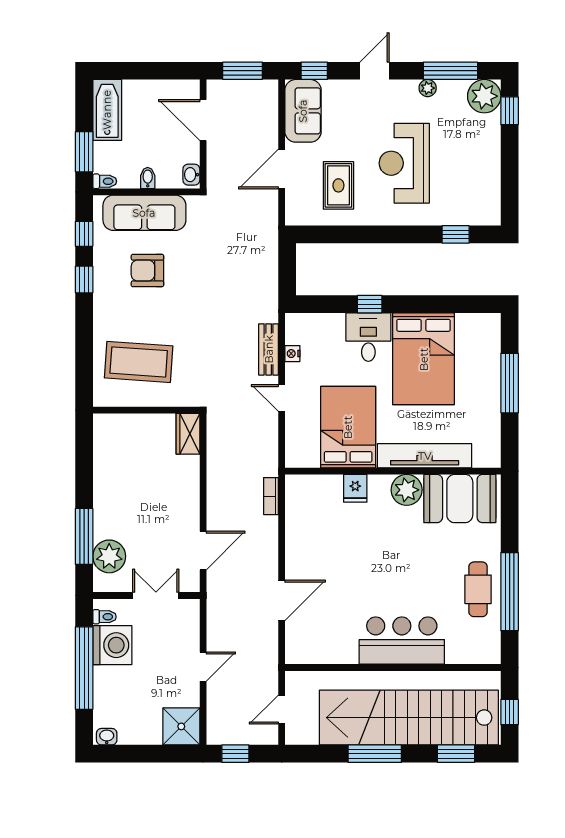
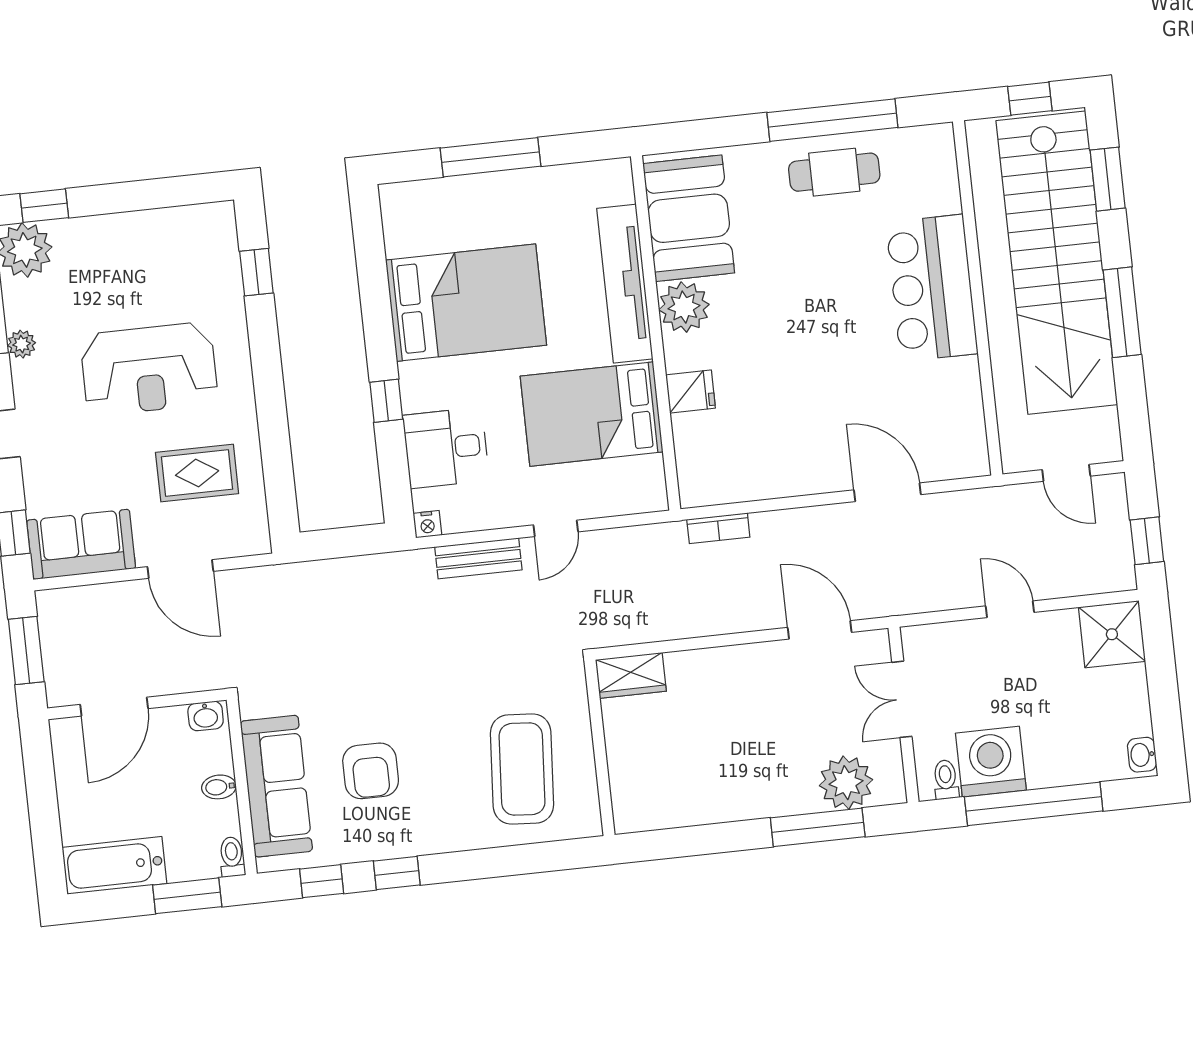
desk: (368, 337) -> (446, 448), moved
nightstand: (292, 354) -> (427, 524), moved

